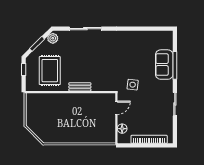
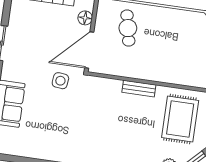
door: (116, 108) -> (89, 50), width x1.88
cafe table: (93, 126) -> (128, 28), added

